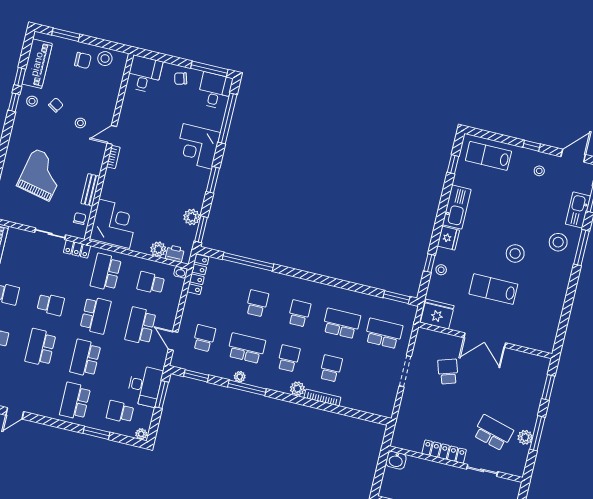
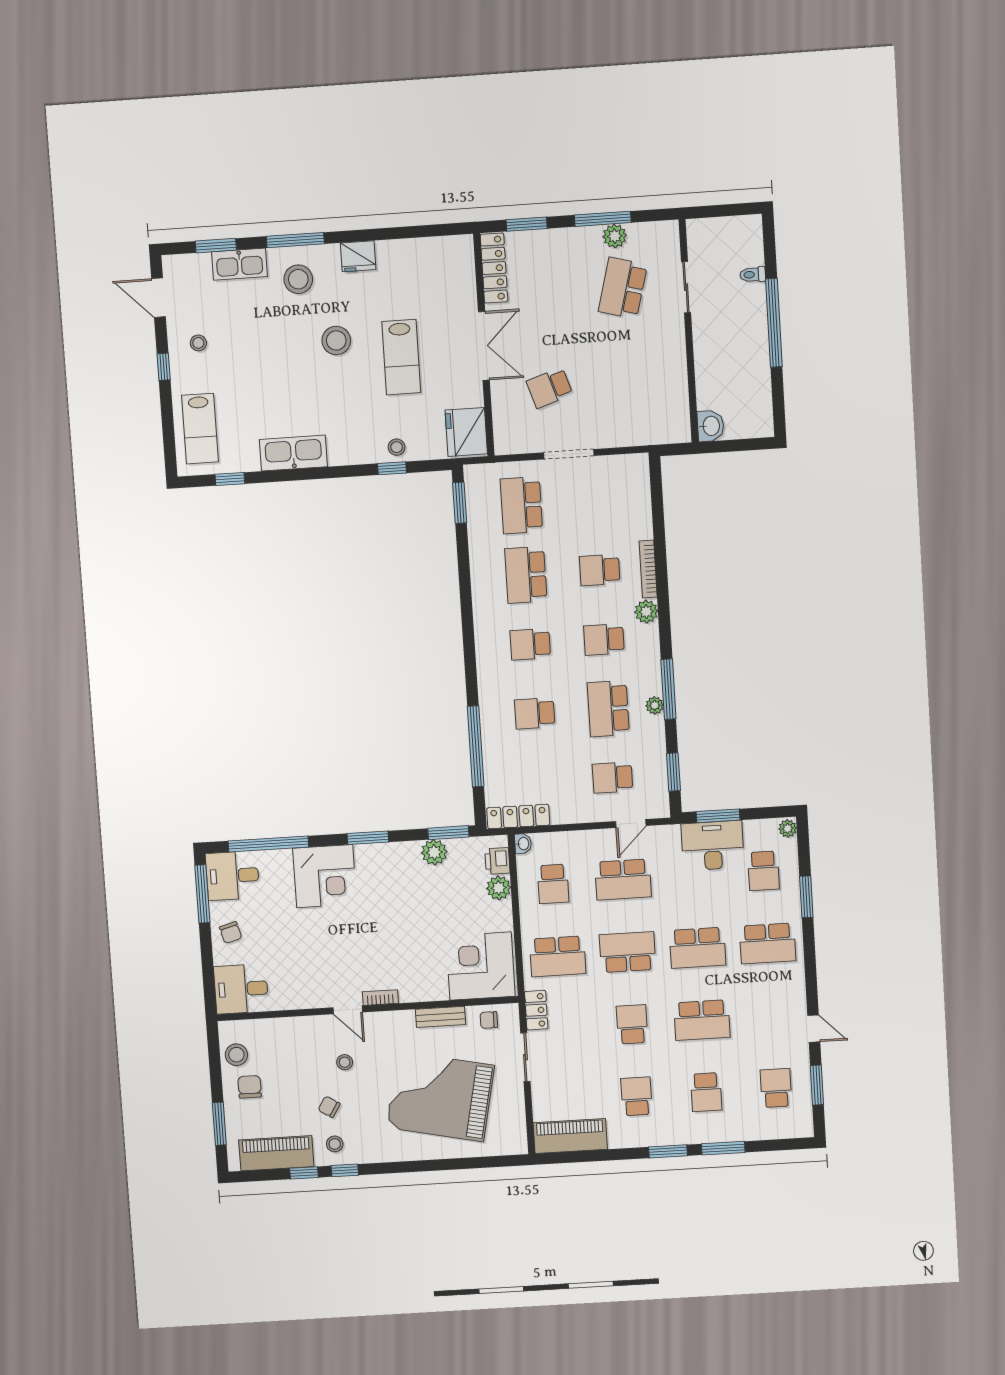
grand piano: (42, 175) -> (440, 1096), width x1.37, depth x1.48
fridge: (448, 238) -> (358, 256), moved, turned 180
locker: (444, 452) -> (494, 268), moved, turned 180

